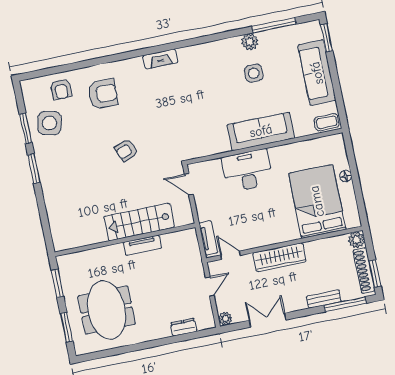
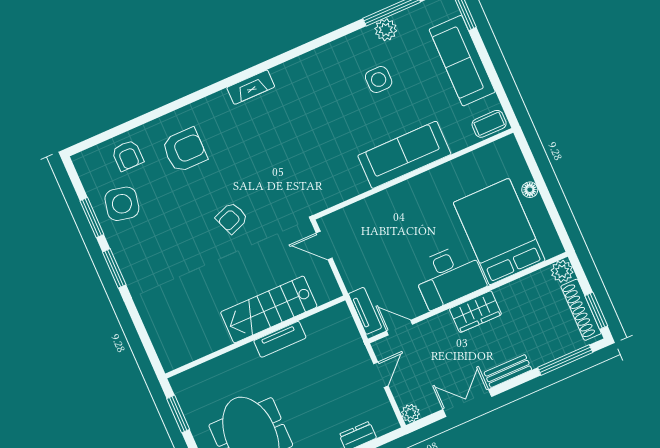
plant: (250, 42) -> (386, 30), moved
desk: (247, 171) -> (449, 276), moved, turned 180
wardrobe: (279, 257) -> (475, 312), width x0.67
bench: (324, 299) -> (508, 371), moved

